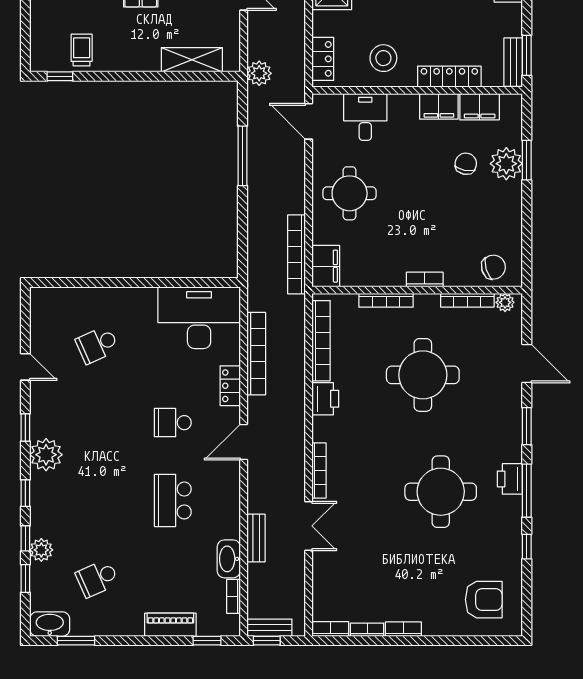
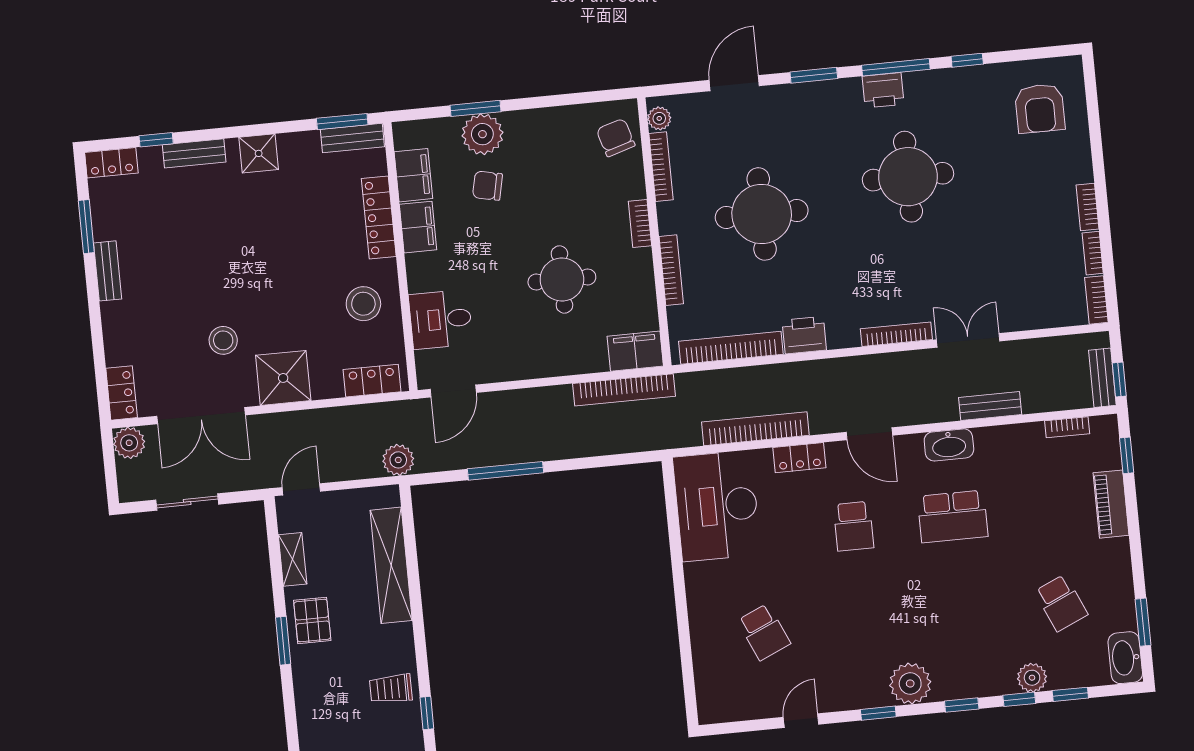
shelving: (192, 60) -> (391, 565), width x1.47
round table: (350, 193) -> (562, 280), moved
washbasin: (229, 559) -> (949, 445), moved
armchair: (484, 600) -> (1040, 108), turned 180

